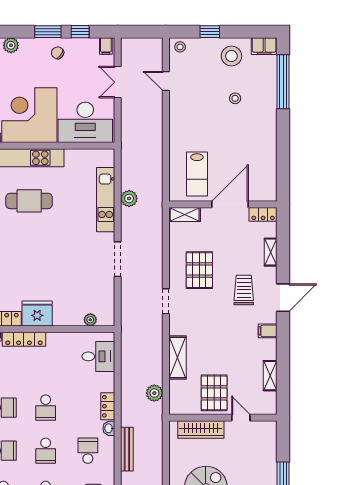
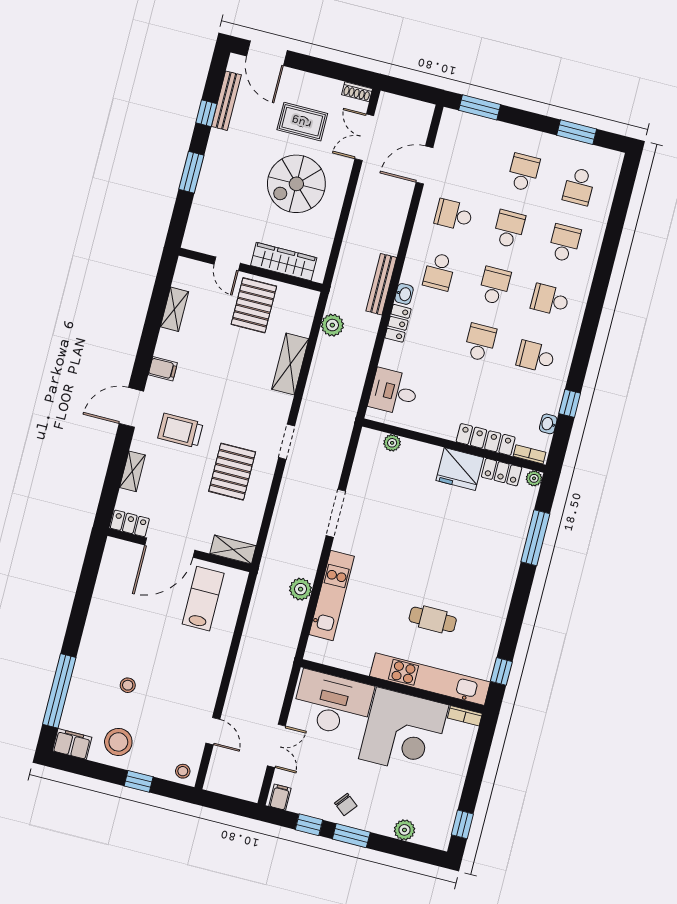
cafe table: (29, 201) -> (433, 619), width x0.73, depth x0.74
trolley: (244, 290) -> (180, 431), turned 90
bench: (127, 449) -> (381, 284), moved

